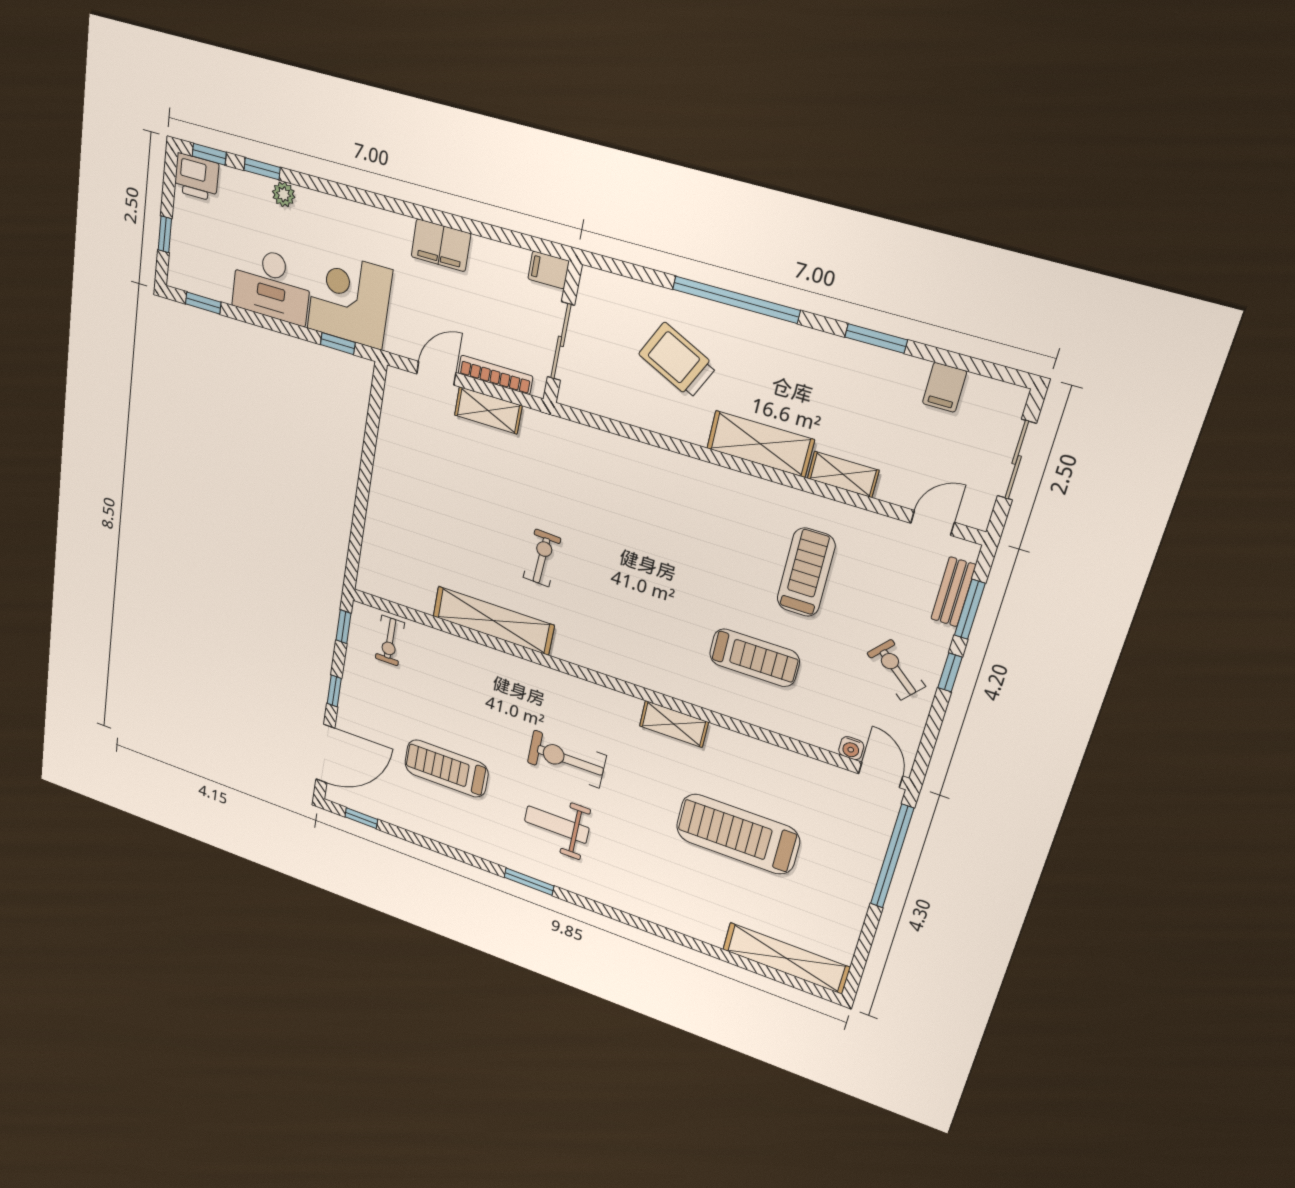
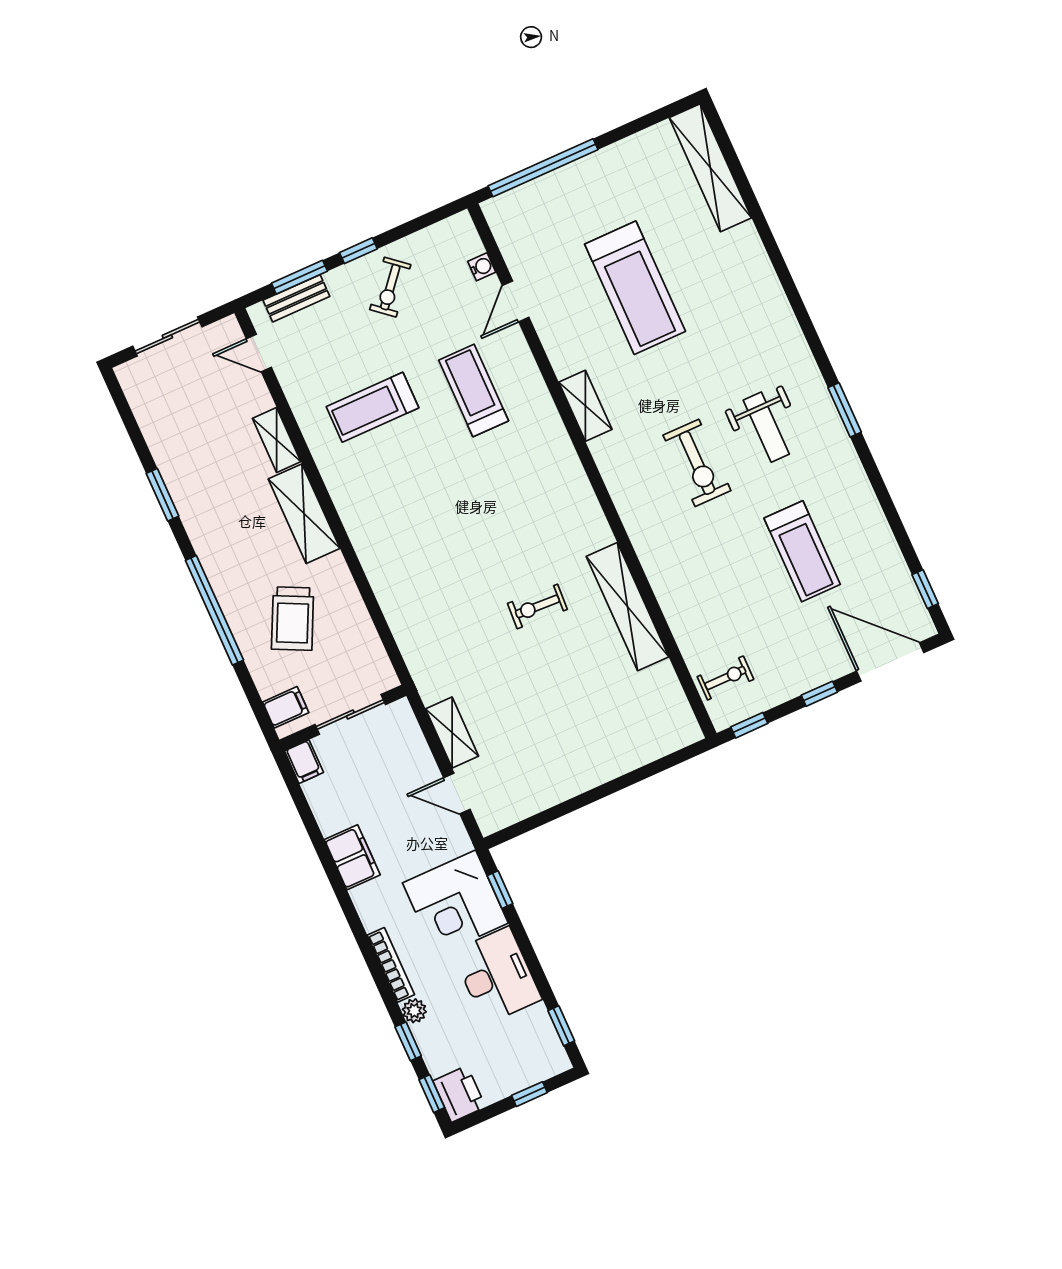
bookcase: (495, 375) -> (391, 965), moved, turned 180
filing cabinet: (944, 387) -> (286, 707), moved
door: (881, 775) -> (516, 301), moved

